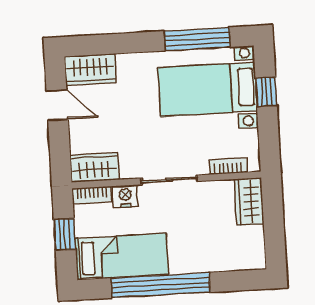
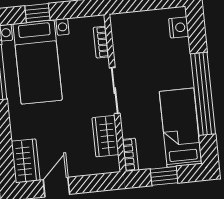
wardrobe: (94, 167) -> (105, 136), moved
nightstand: (125, 196) -> (179, 27), moved, turned 180
wardrobe: (249, 202) -> (130, 23), removed

